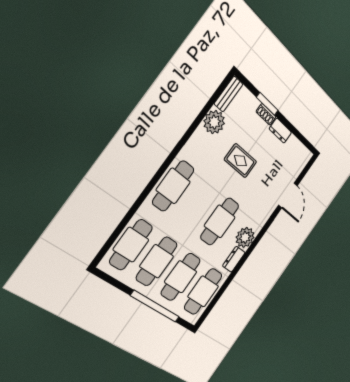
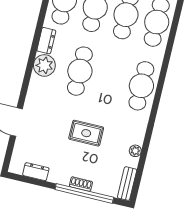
window: (267, 104) -> (84, 193), width x2.11
plant: (214, 122) -> (135, 151), width x0.53, depth x0.53
dresser: (280, 131) -> (36, 172), moved

